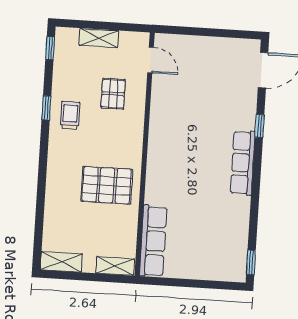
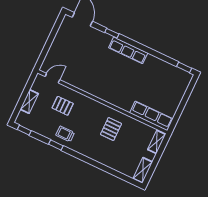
pallet: (107, 185) -> (111, 129), width x0.67, depth x0.71

